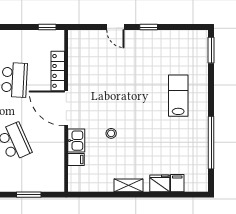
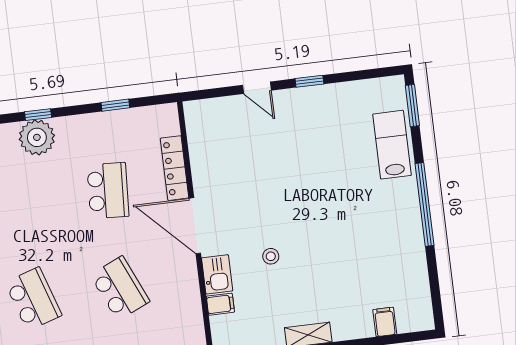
window: (47, 27) -> (115, 105), moved
lab bench: (178, 96) -> (392, 145), moved
window: (211, 143) -> (425, 204), moved
fridge: (160, 183) -> (357, 326), removed

